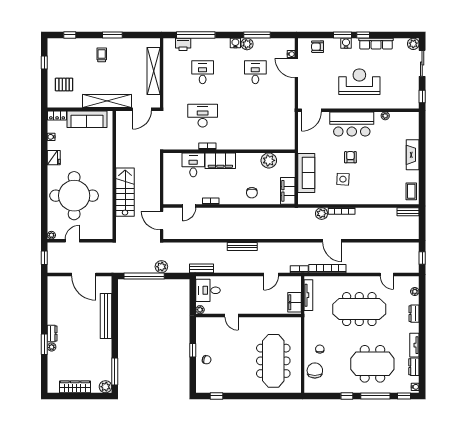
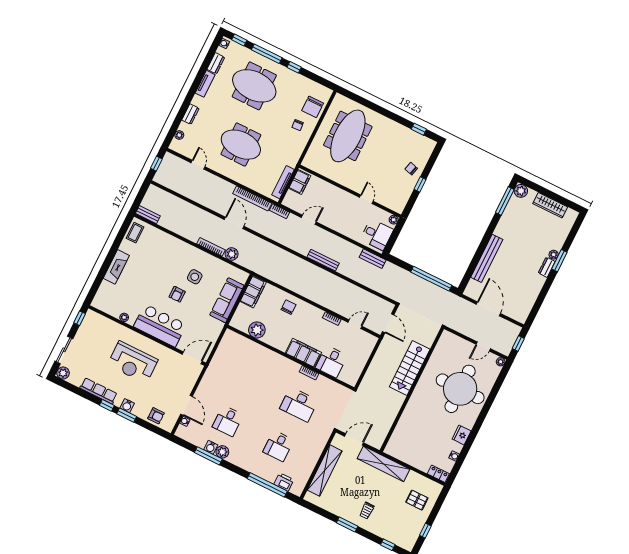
water cooler: (235, 43) -> (211, 447), moved
sofa: (87, 119) -> (411, 456), removed
plant: (161, 267) -> (410, 279), removed
meeting table: (359, 309) -> (241, 145), width x0.73

